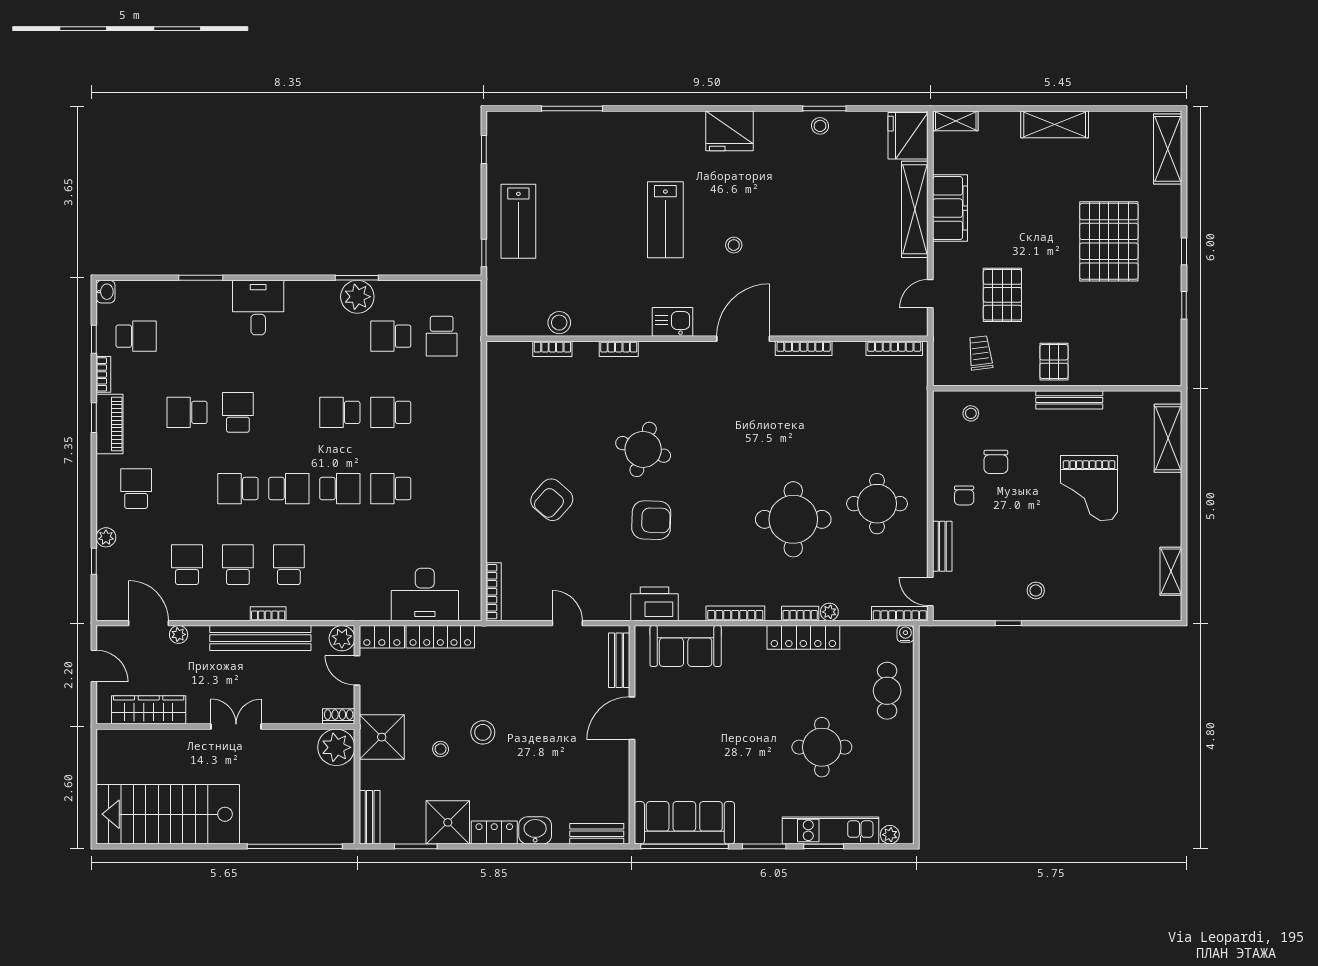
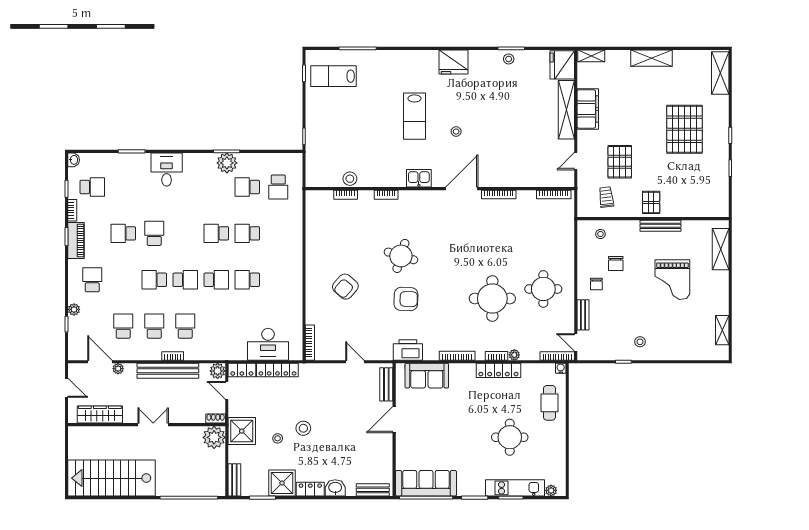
lab bench: (518, 221) -> (333, 76), moved, turned 90

